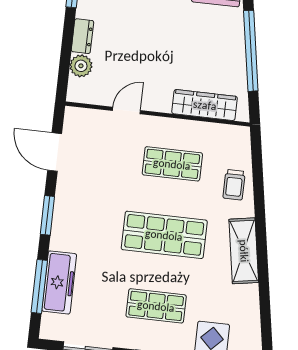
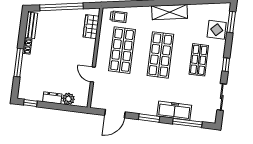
wardrobe: (205, 105) -> (91, 27), width x0.67
shop shelf: (172, 164) -> (122, 50), width x1.43, depth x1.36
trolley: (234, 185) -> (118, 17), moved
freezer: (59, 282) -> (174, 111), moved

